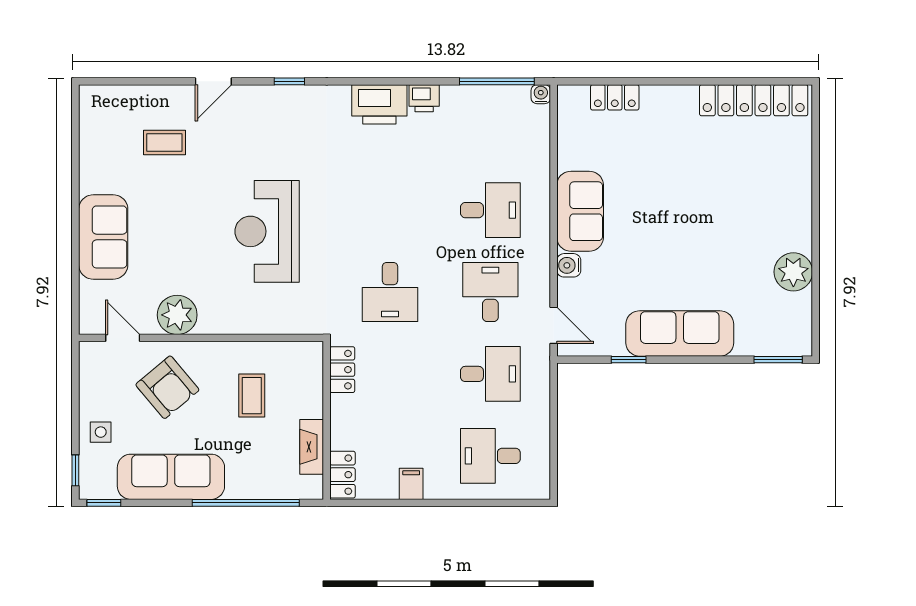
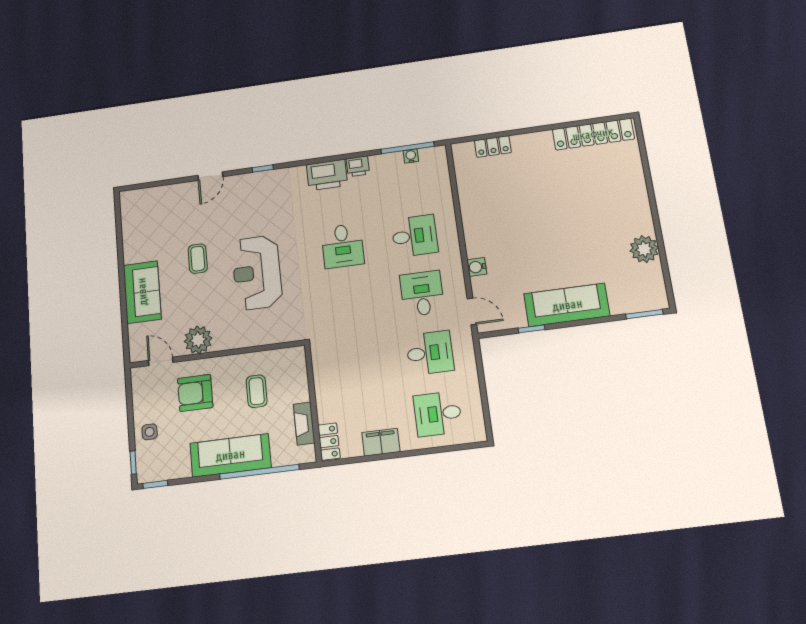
water cooler: (541, 94) -> (411, 156), moved
coffee table: (164, 142) -> (198, 259), moved, turned 90
sofa: (580, 211) -> (480, 228), removed
desk: (390, 292) -> (343, 246), moved
locker: (342, 370) -> (321, 364), removed
armchair: (167, 387) -> (195, 393), turned 130
sofa: (171, 477) -> (230, 455), moved
filing cabinet: (411, 484) -> (381, 442), width x2.00

